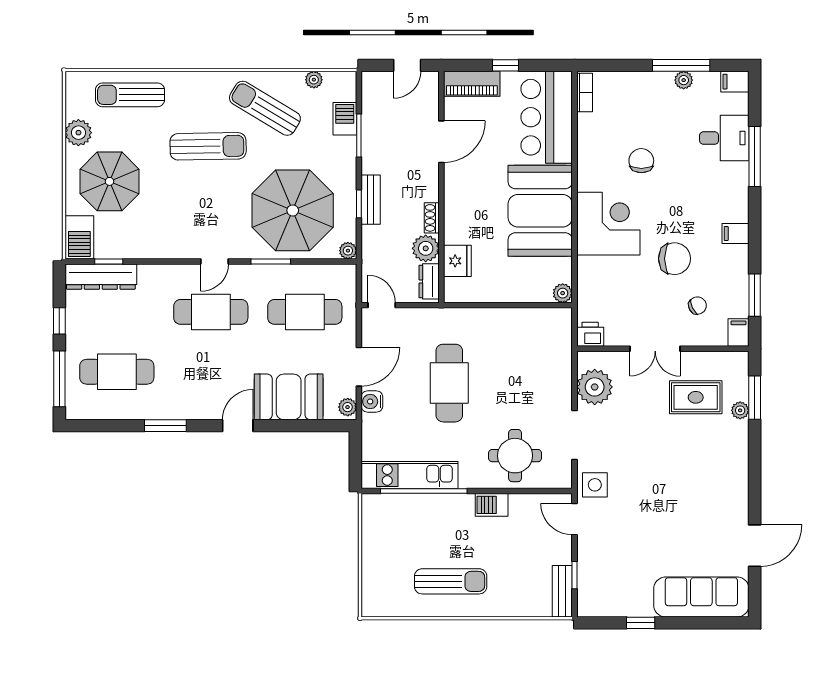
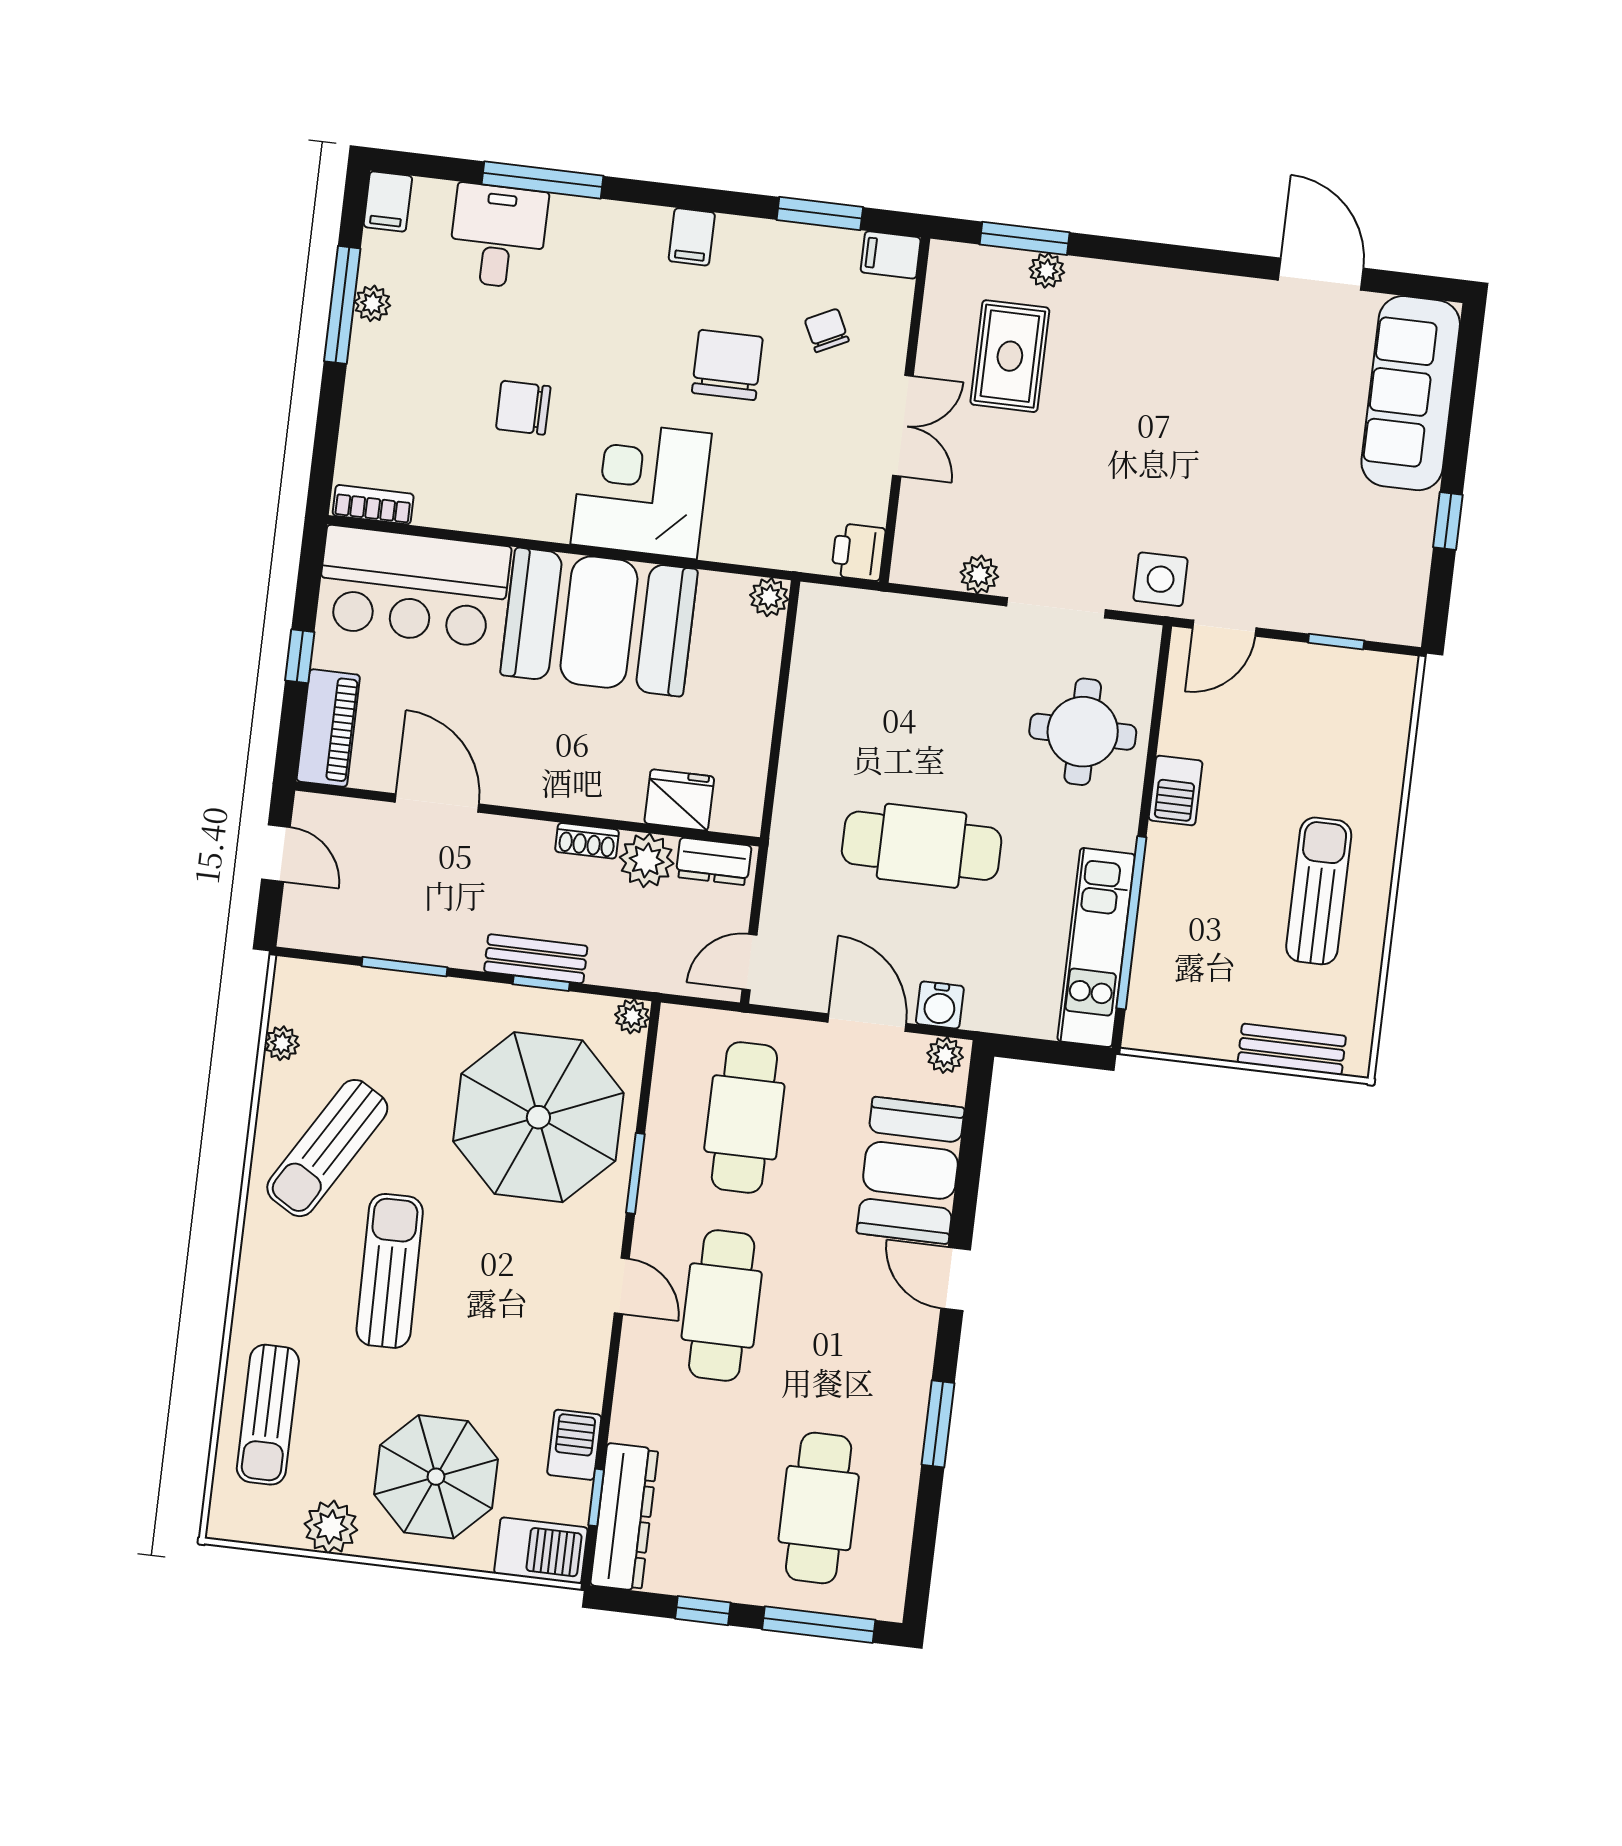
barbecue: (345, 119) -> (574, 1445), moved, turned 90
plant: (595, 387) -> (979, 575), width x0.53, depth x0.53
bench: (562, 591) -> (1292, 1049), moved

